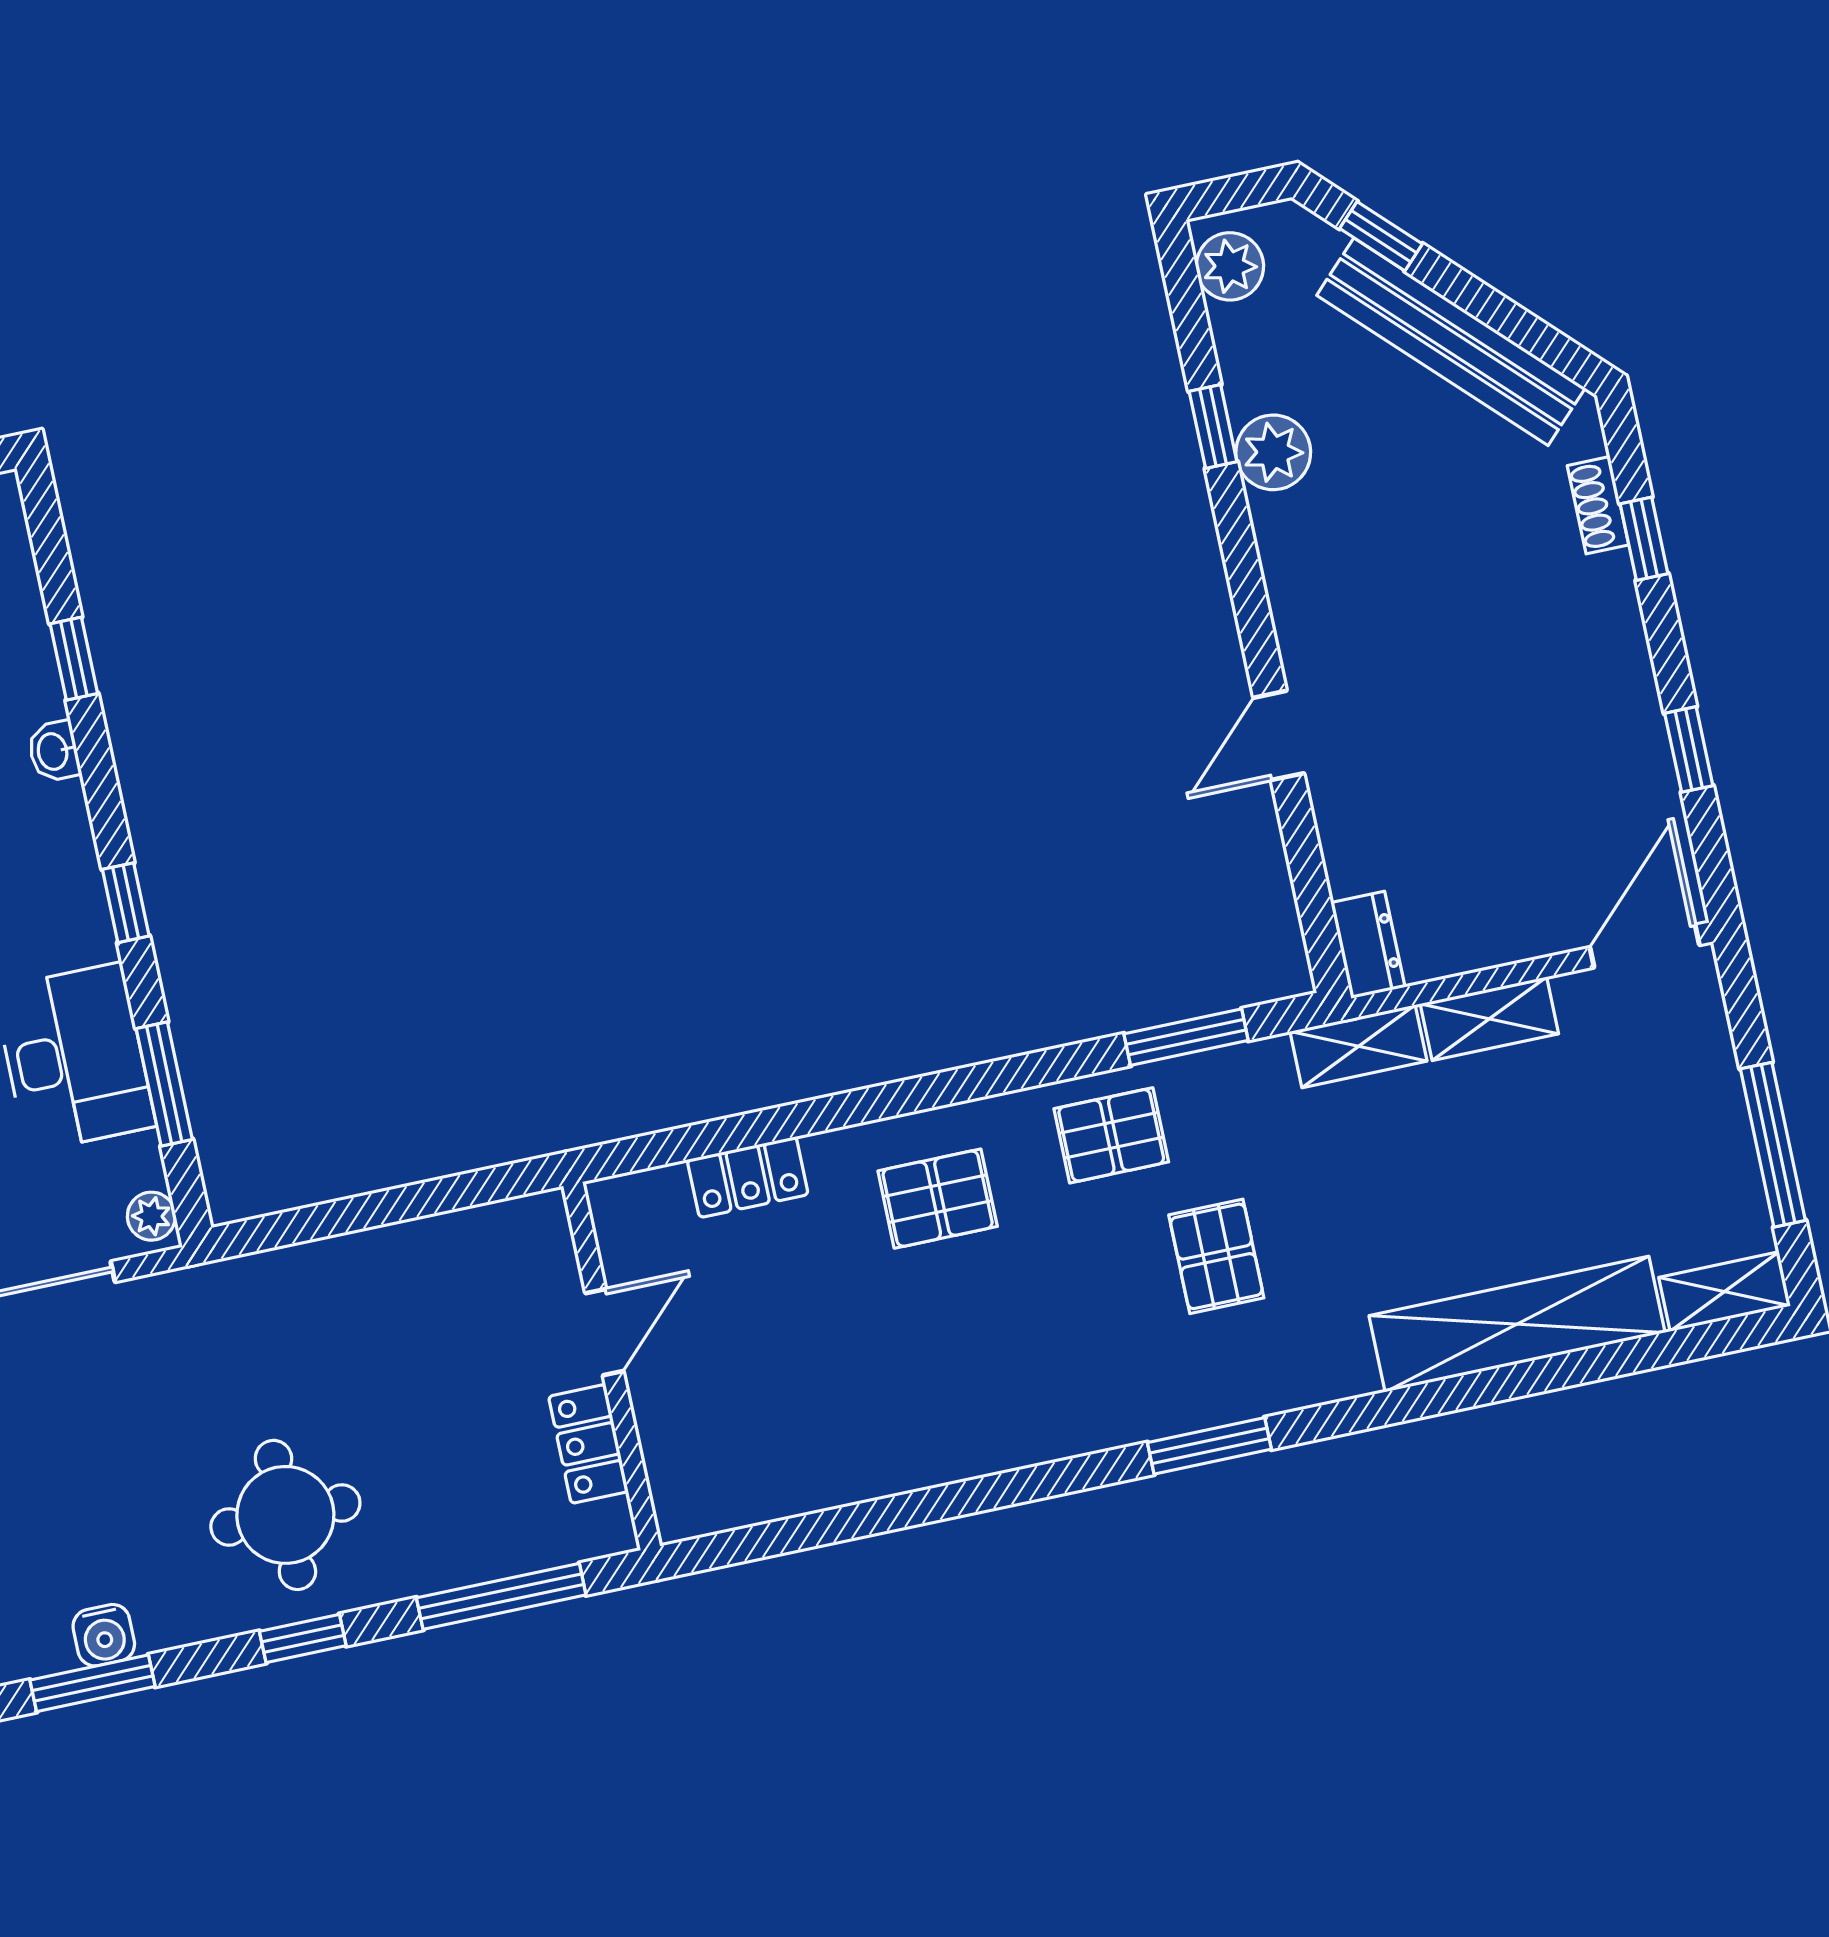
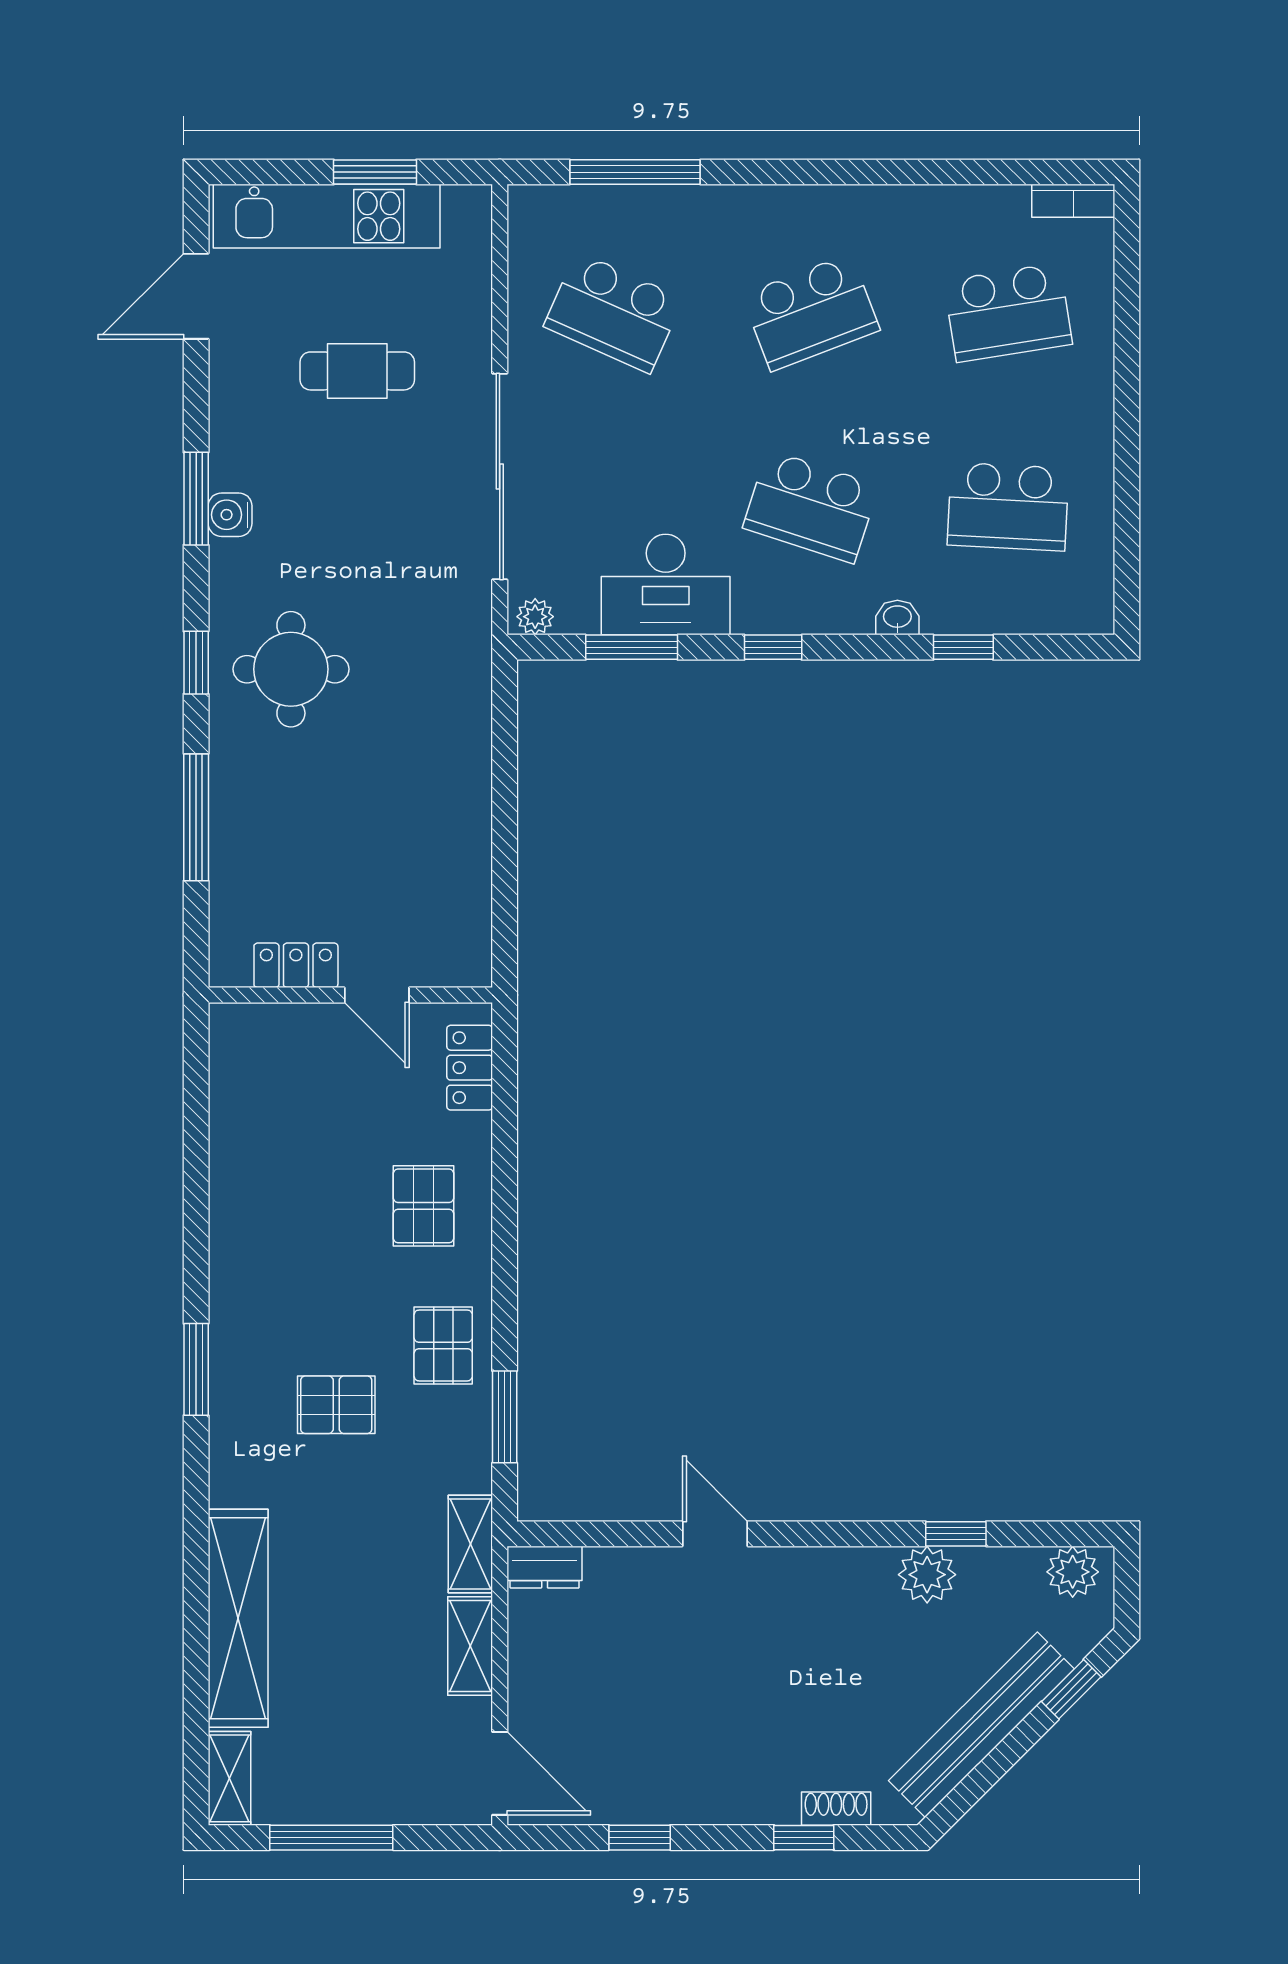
door: (604, 1332) -> (377, 995), moved
wall: (612, 1366) -> (350, 995), moved
locker: (588, 1444) -> (296, 965), moved

